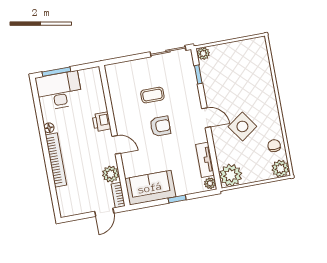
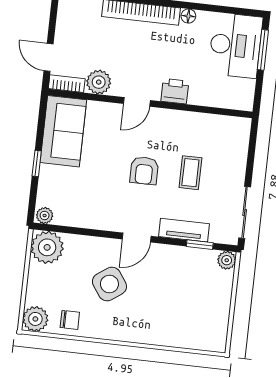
tv unit: (205, 160) -> (184, 230), moved

